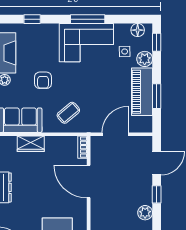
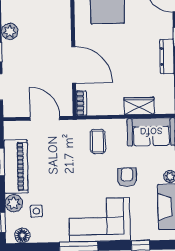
corner sofa: (86, 43) -> (100, 220), moved
coffee table: (68, 113) -> (98, 141), turned -50
door: (115, 134) -> (45, 118), swing flipped

